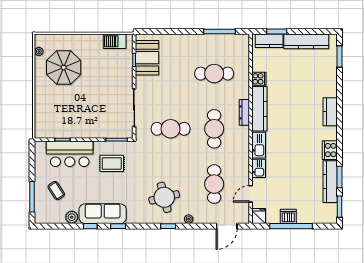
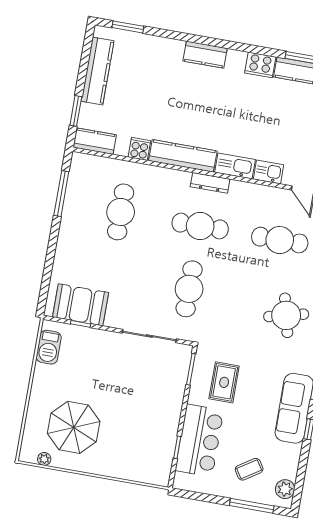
kitchen counter: (269, 41) -> (95, 141), moved, turned -90
dresser: (244, 112) -> (210, 183), moved
plant: (72, 217) -> (285, 489), moved

